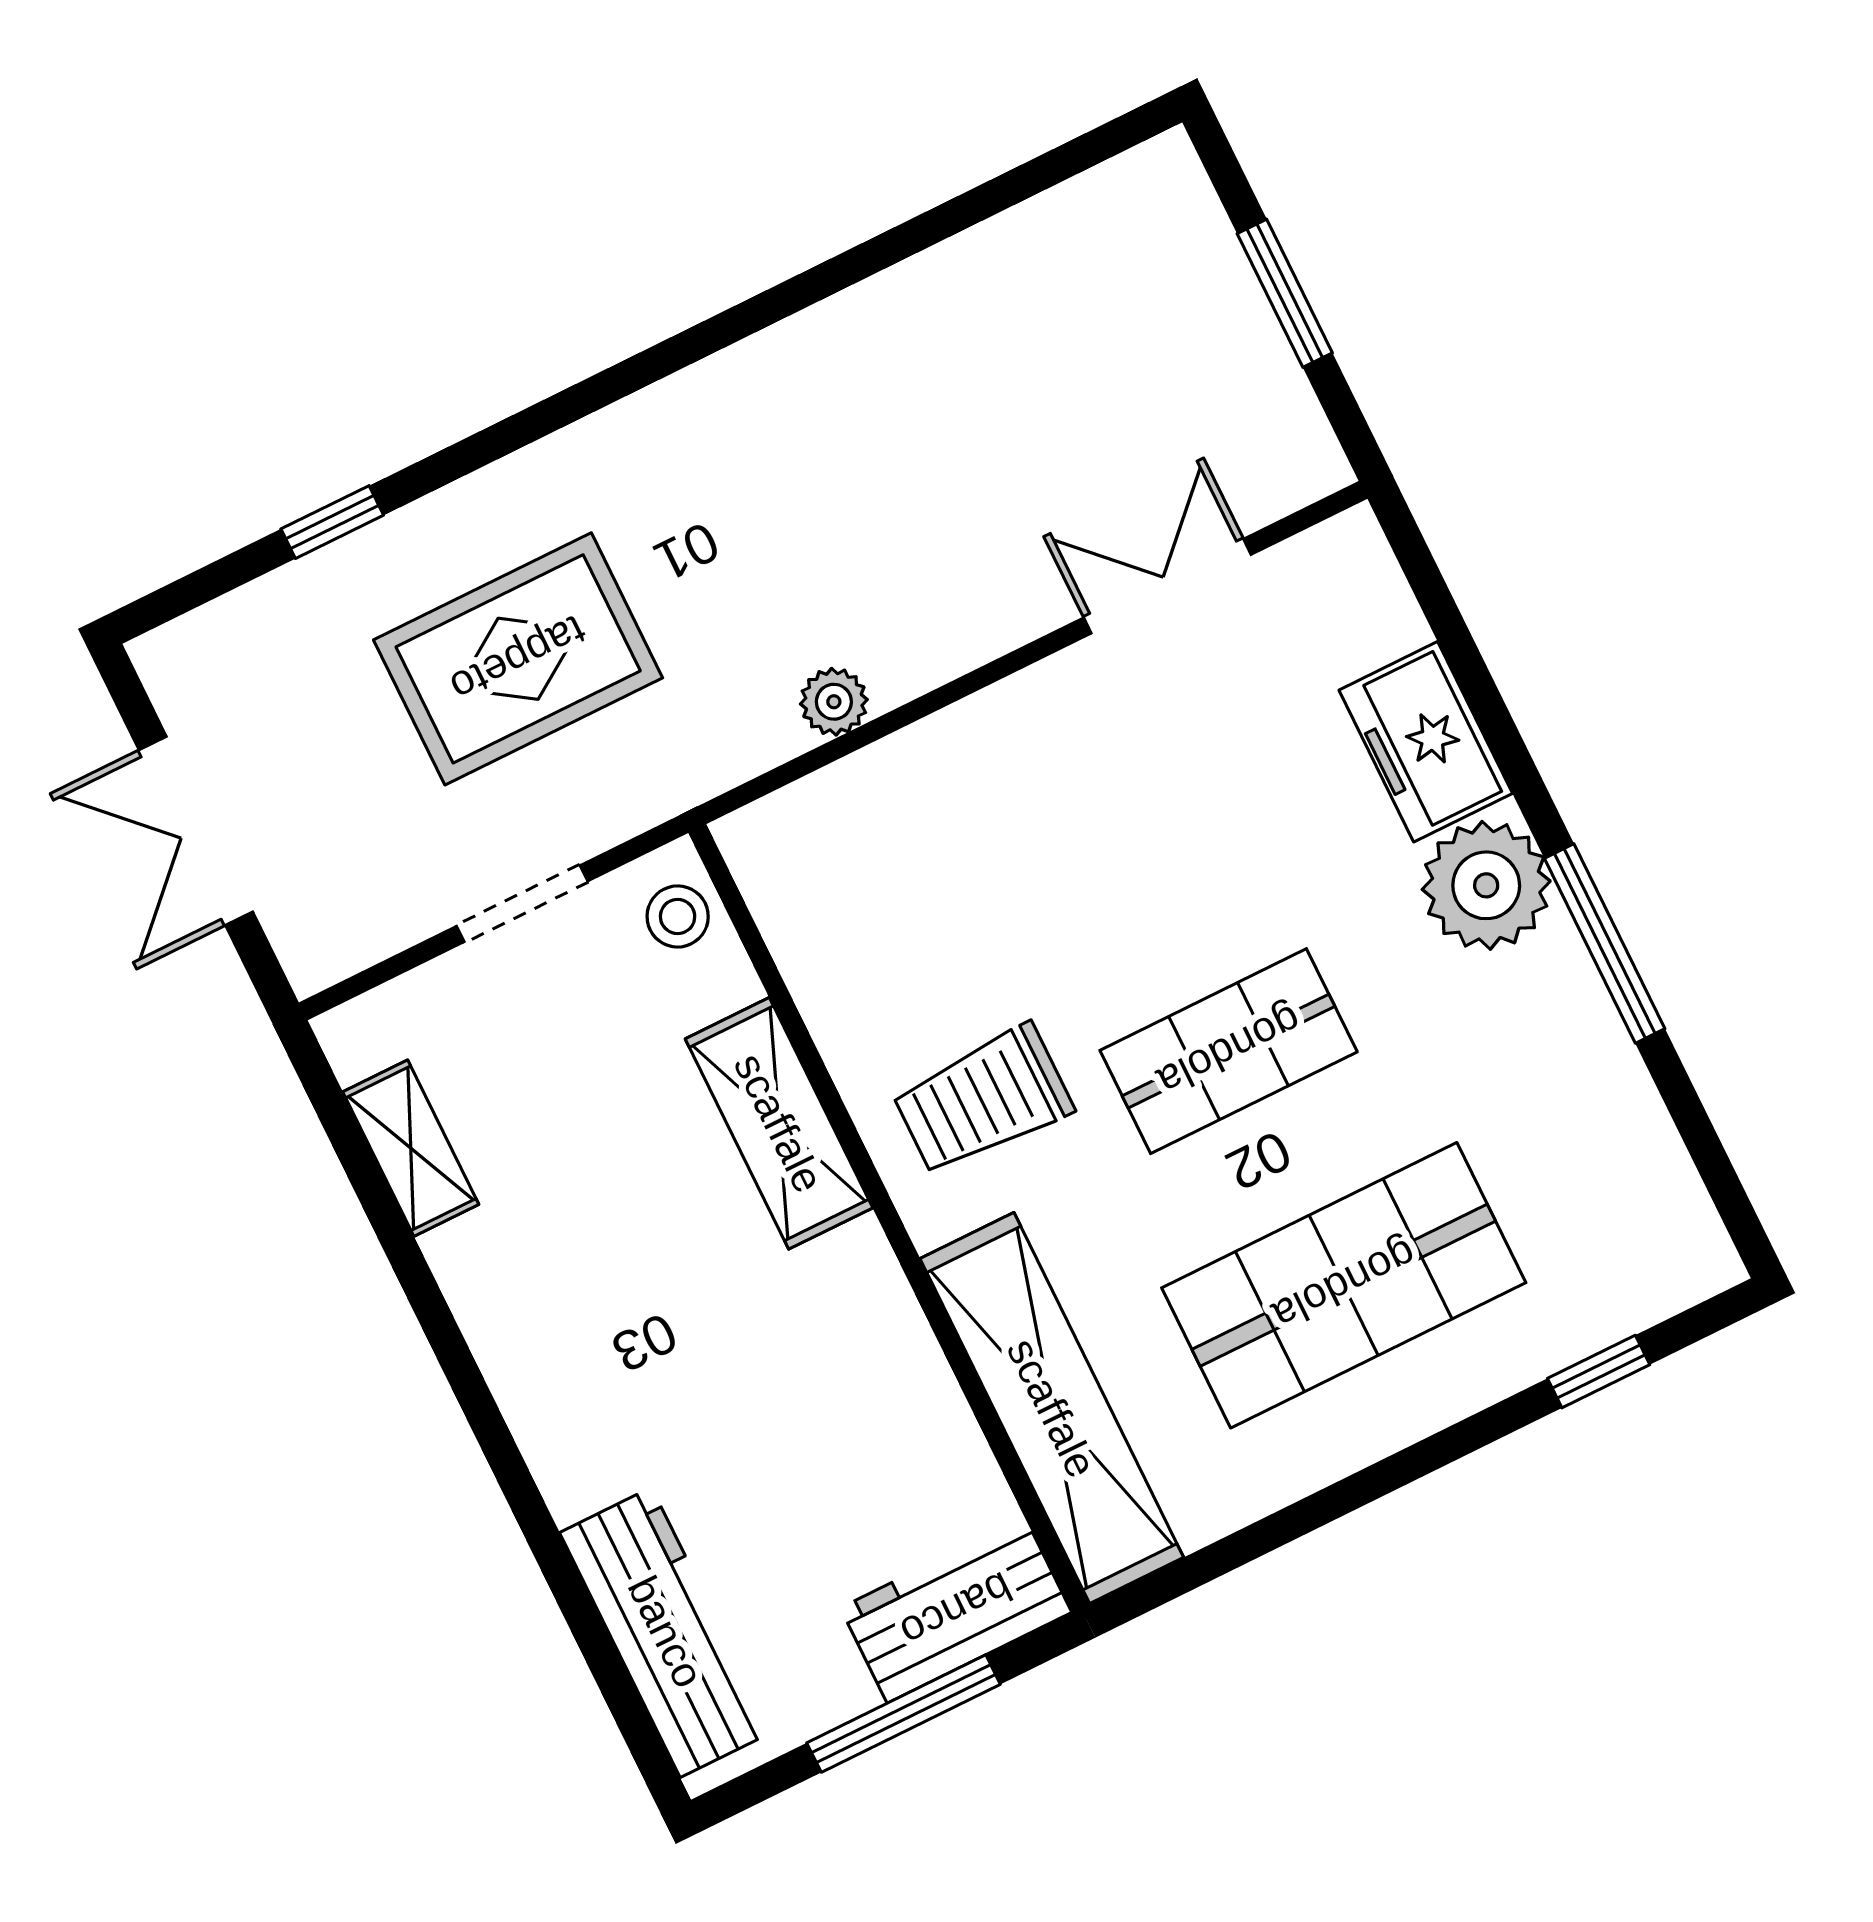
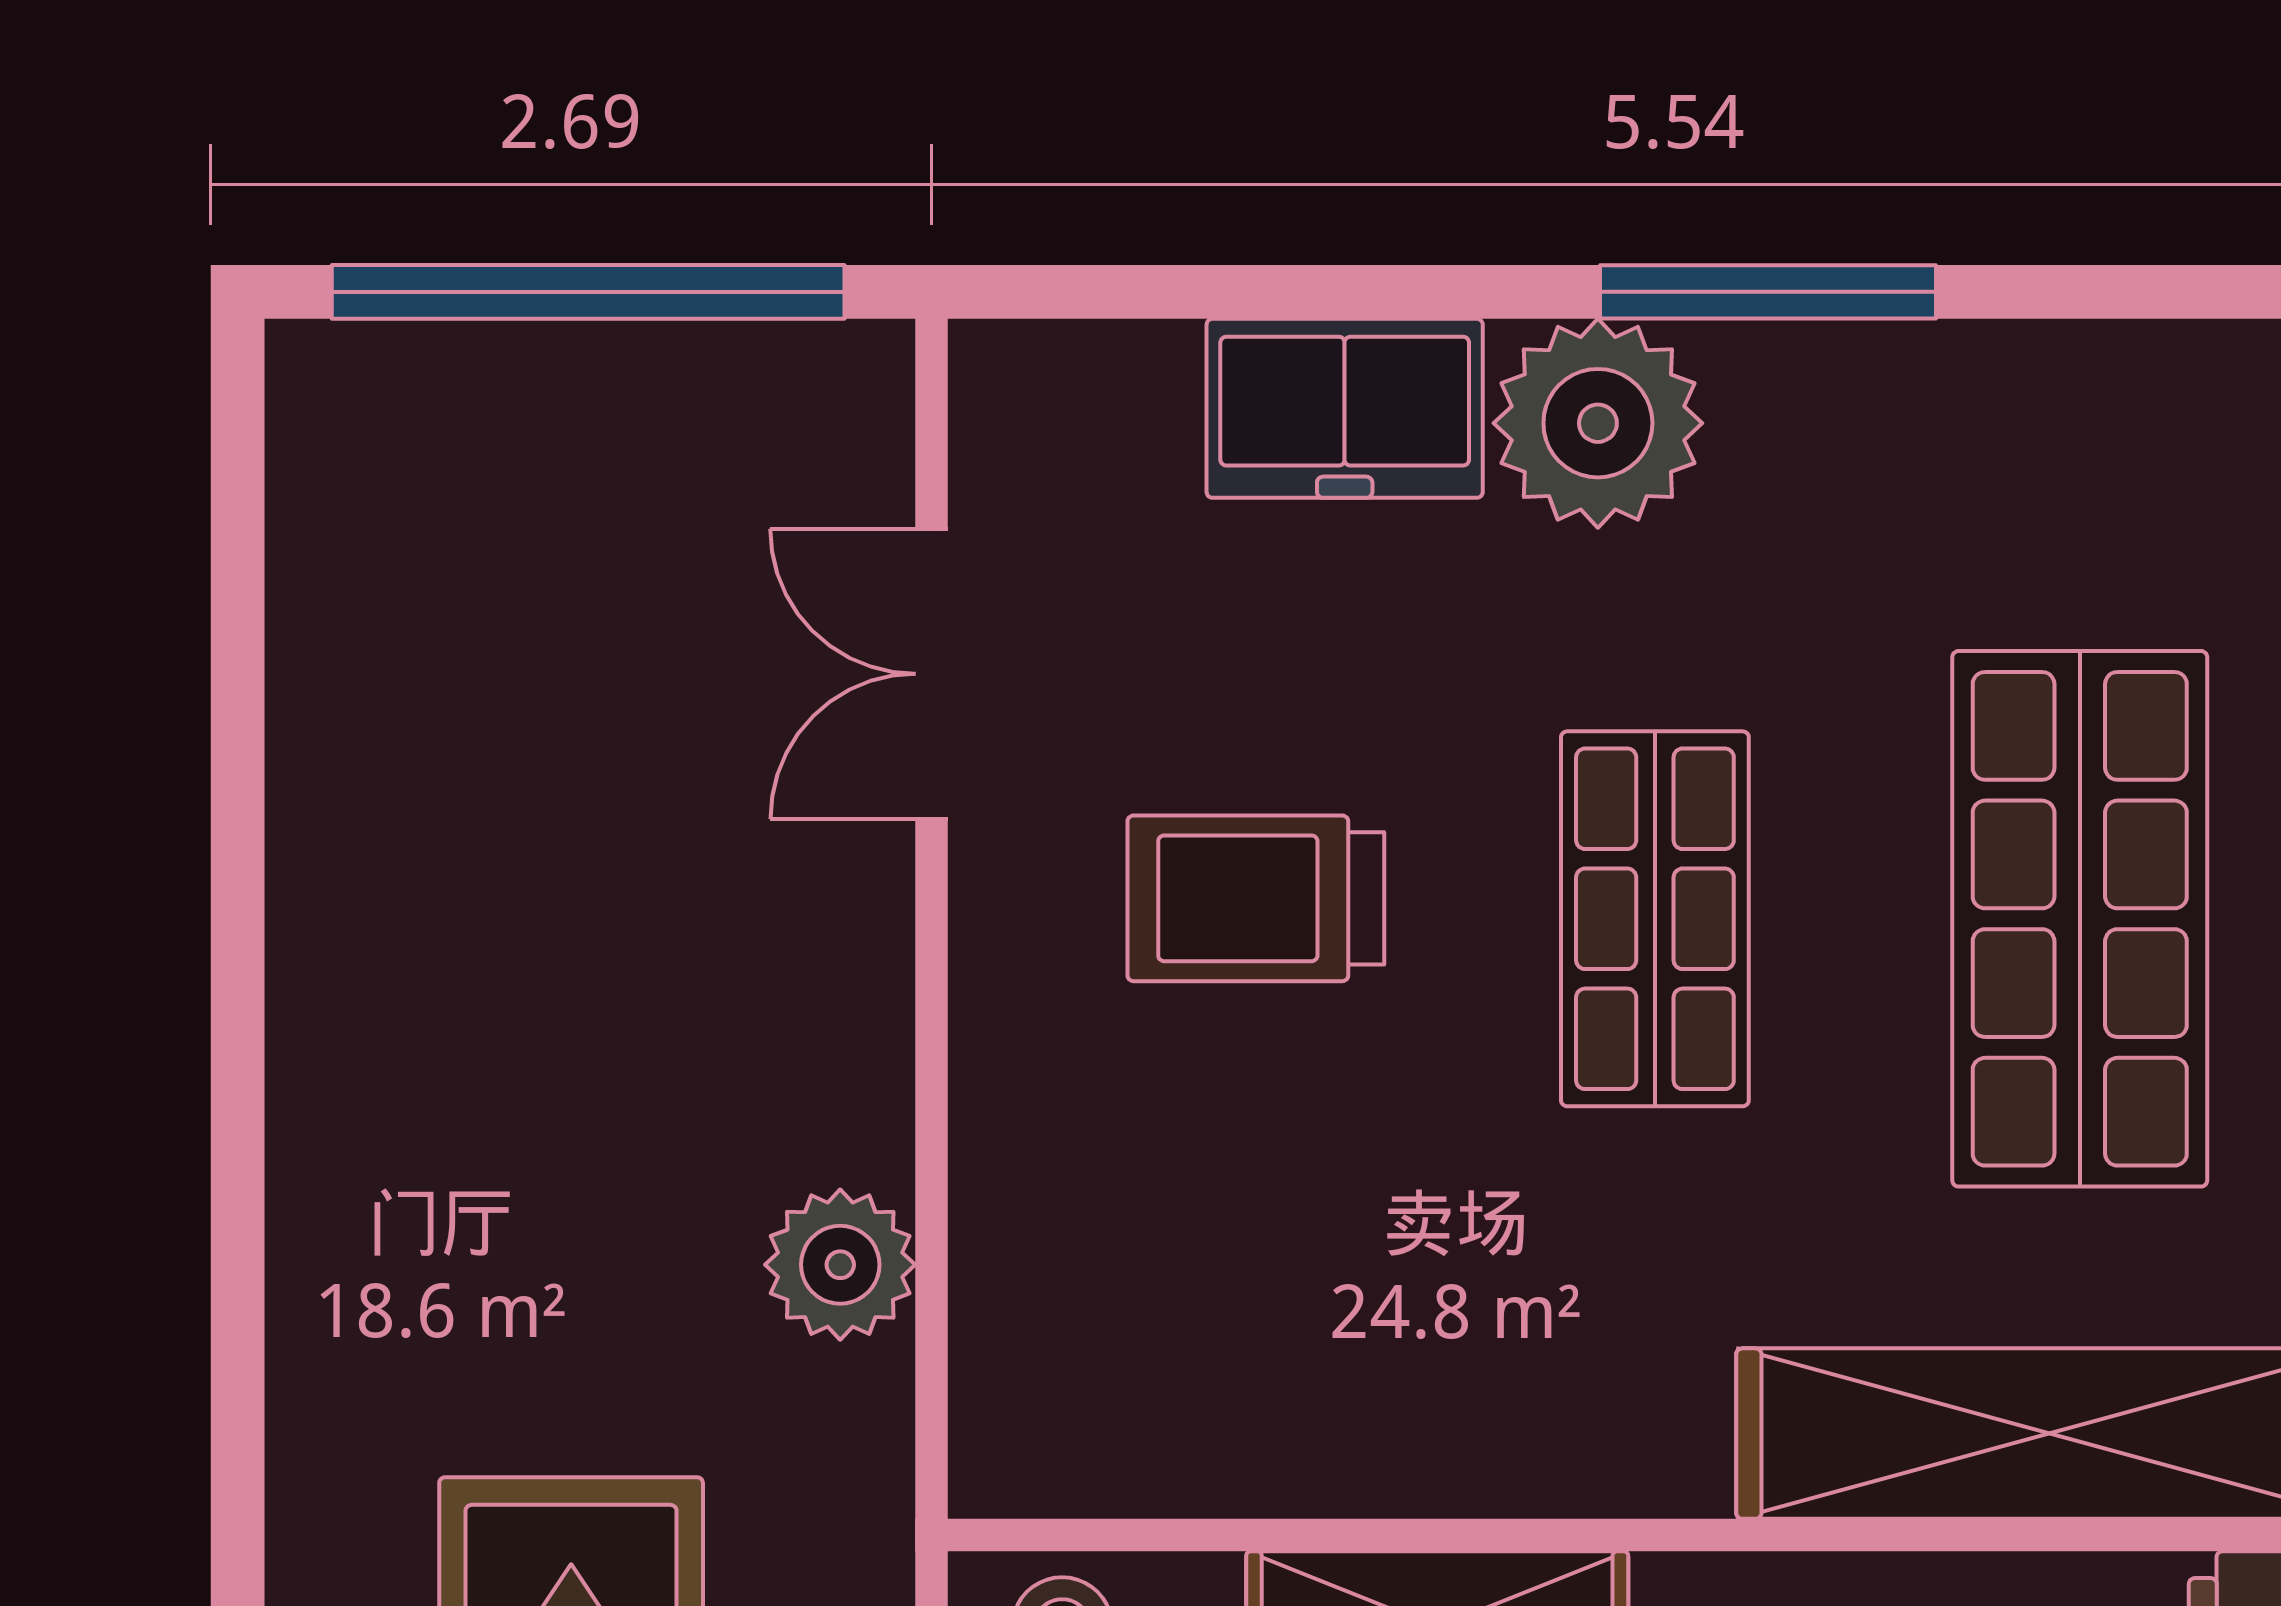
window: (1285, 293) -> (588, 292), width x2.11
plant: (834, 702) -> (840, 1265), width x1.38, depth x1.38
trolley: (983, 1100) -> (1256, 898), moved, turned 90

